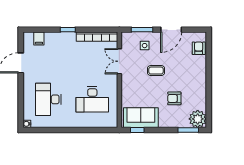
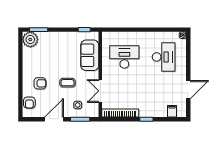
double door: (119, 61) -> (100, 91), swing flipped
armchair: (174, 98) -> (40, 83), moved
sofa: (141, 118) -> (90, 55), moved, turned 90

